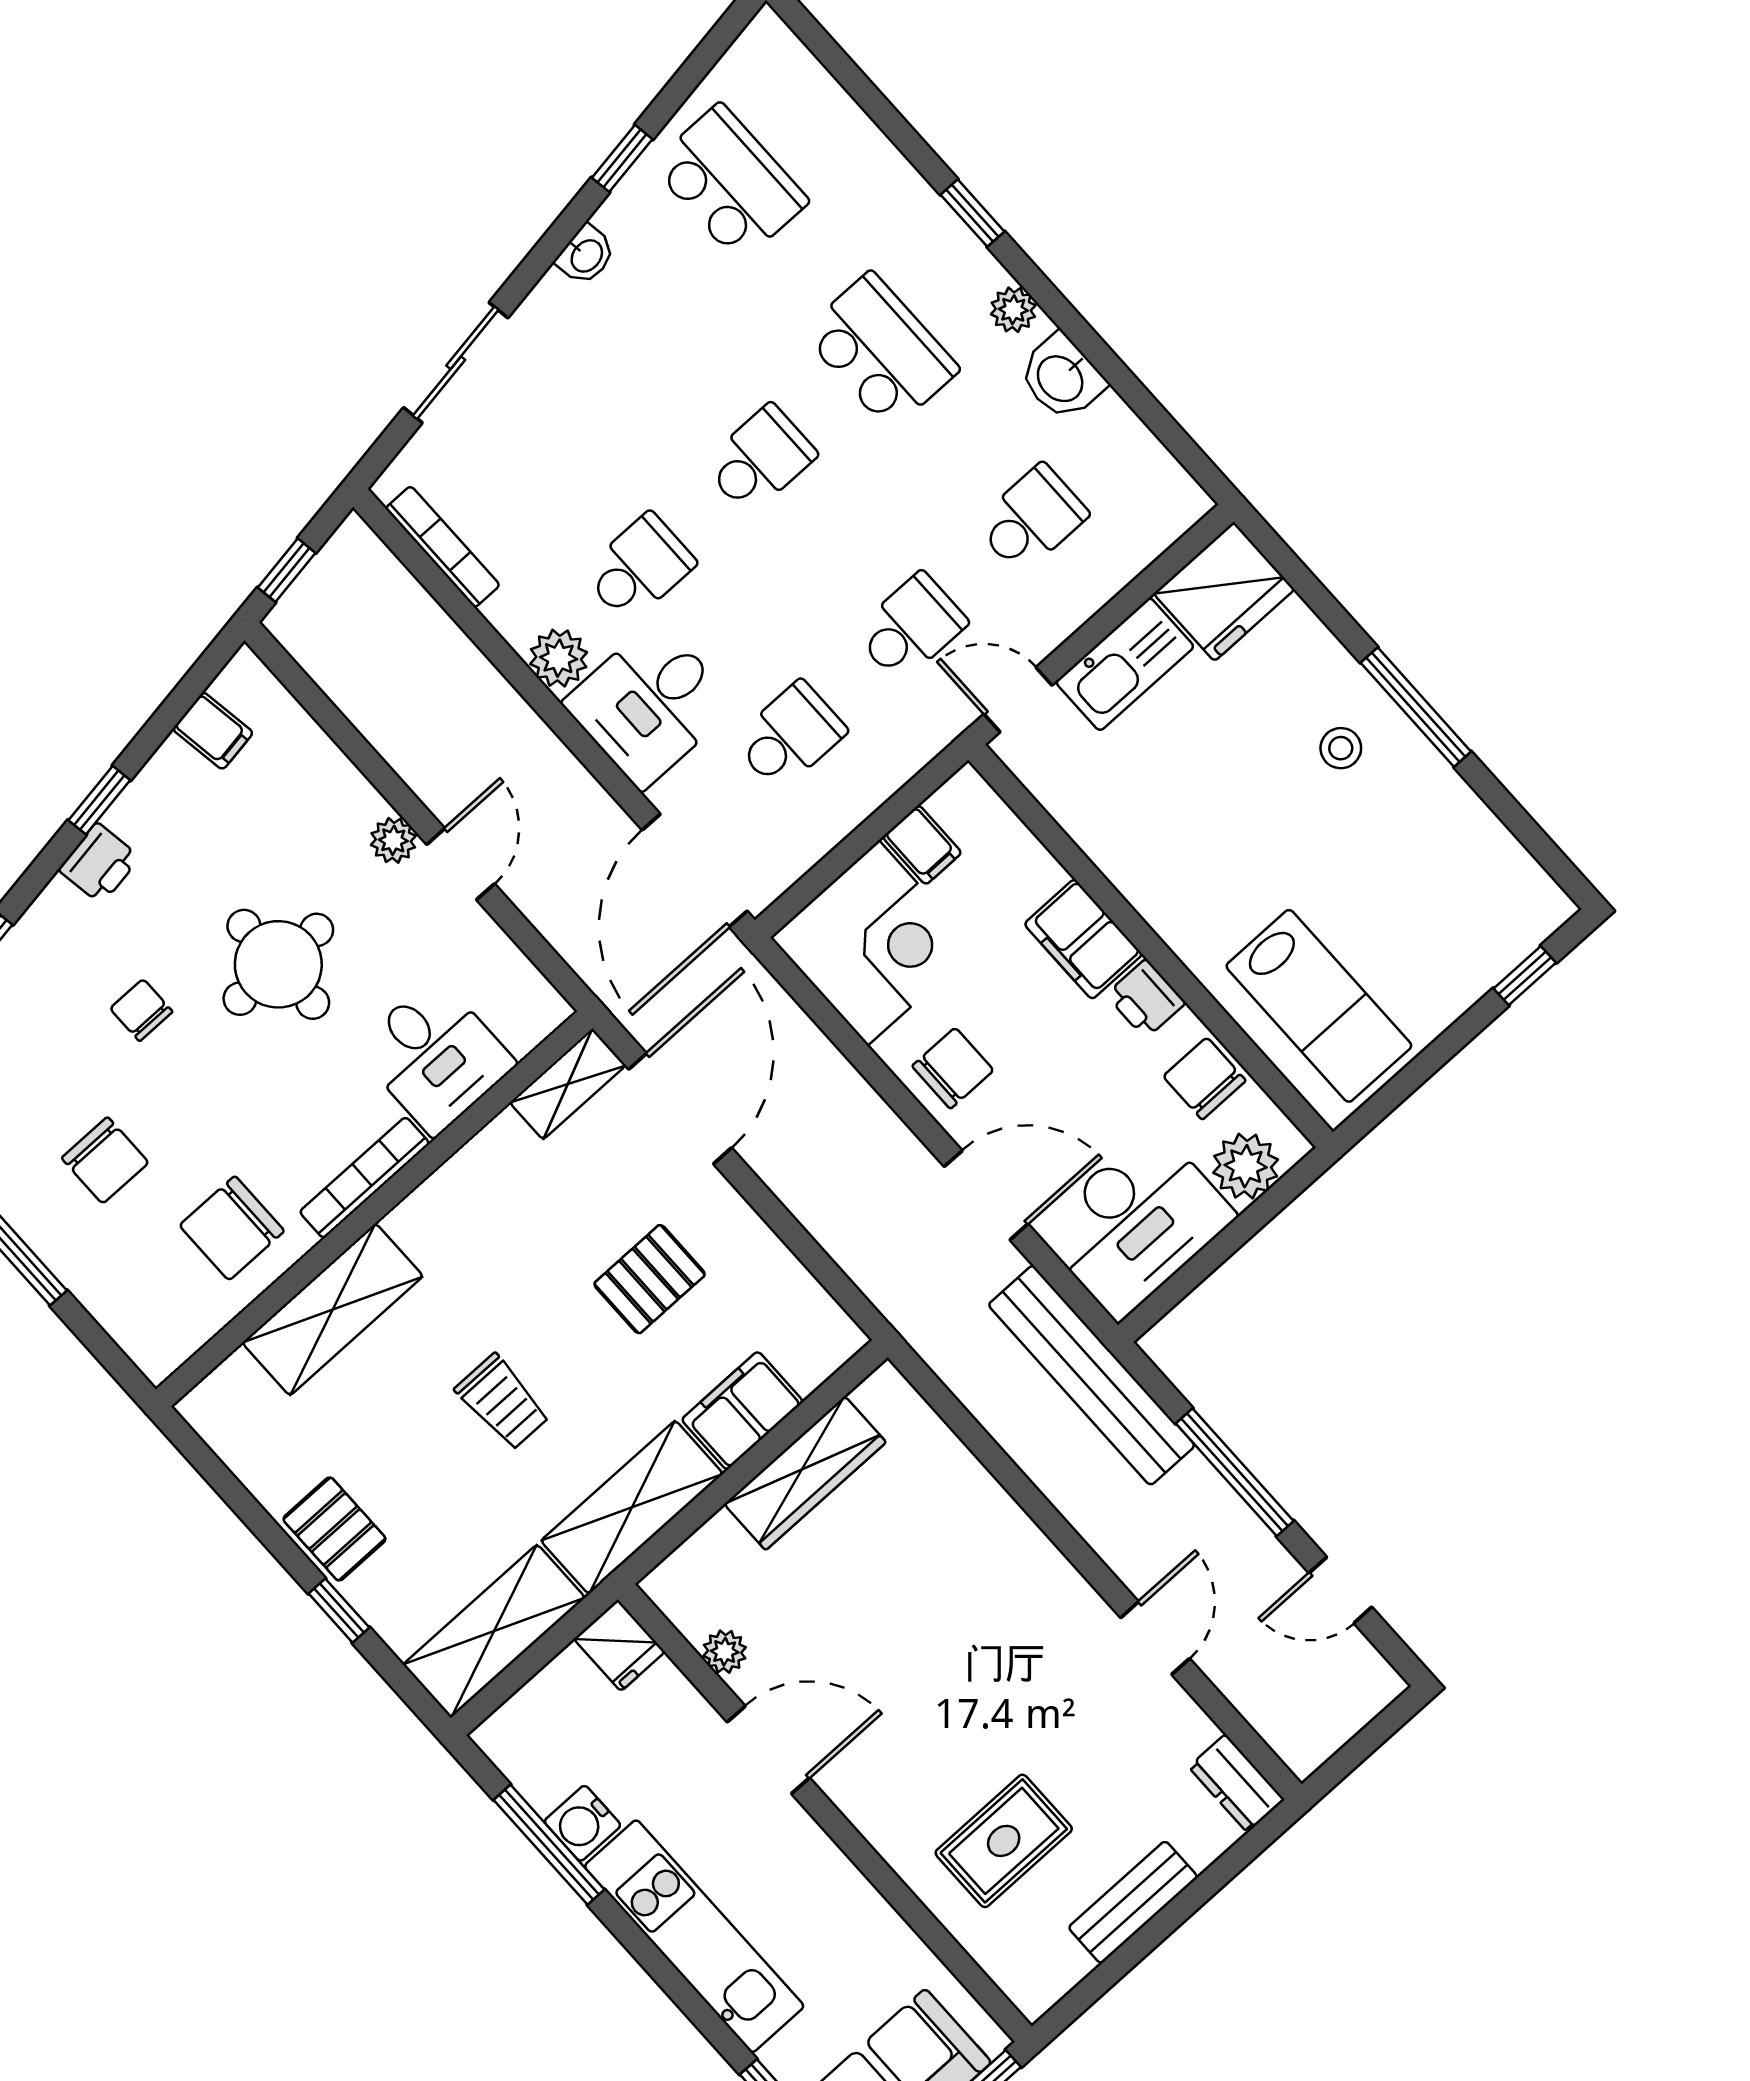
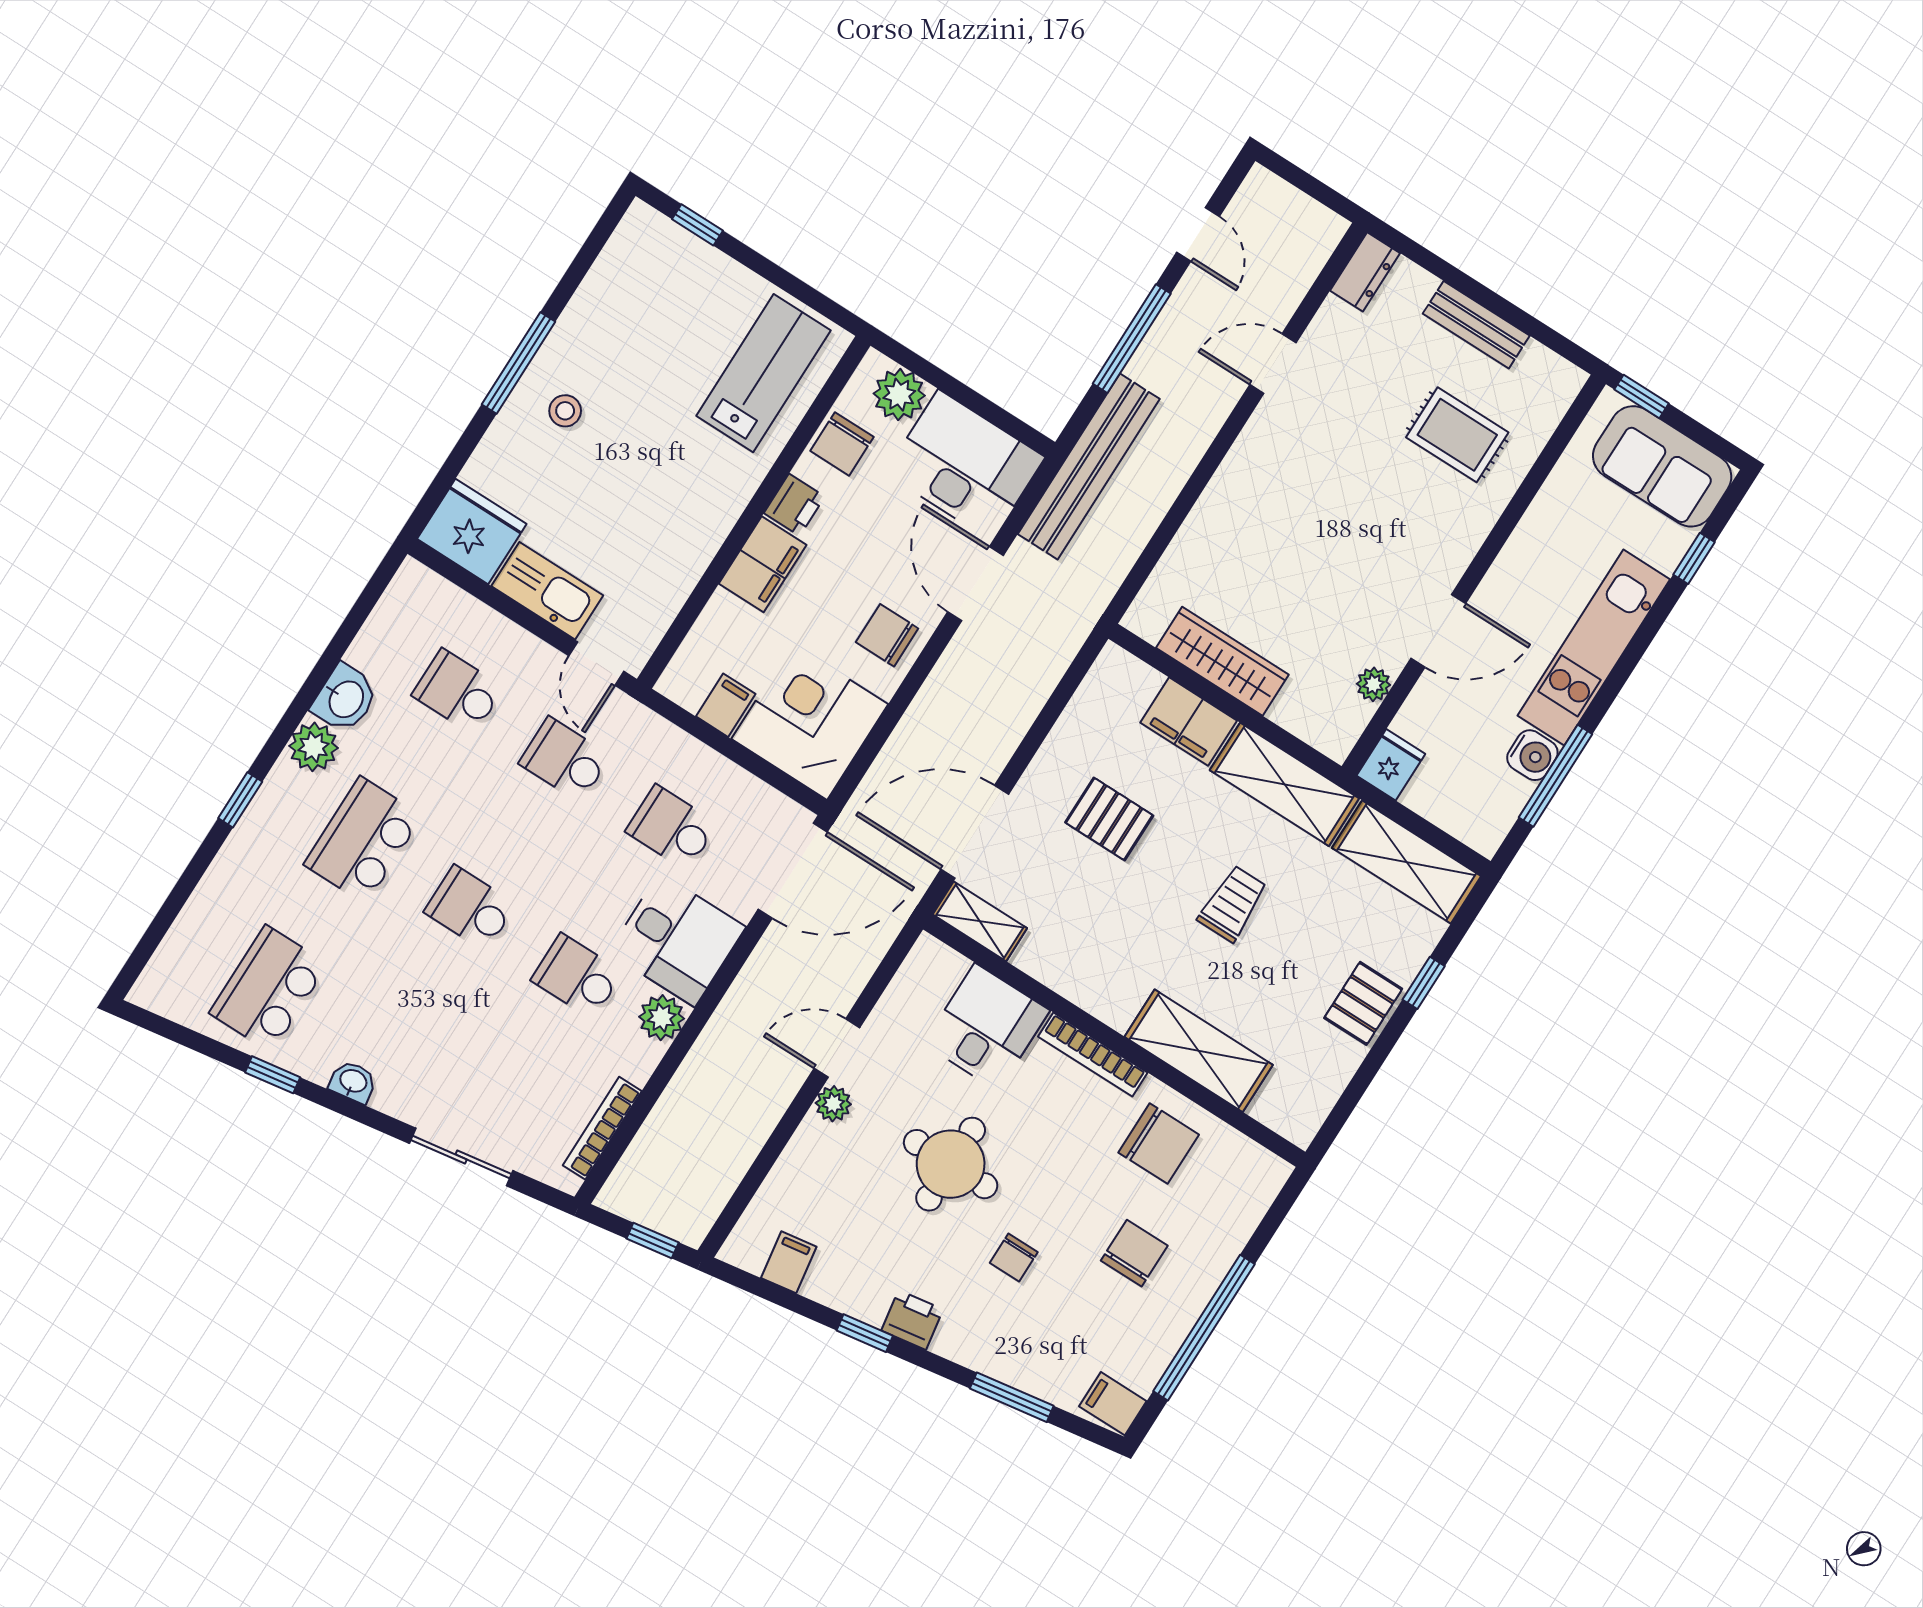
plant: (1013, 310) -> (314, 747), width x1.38, depth x1.38
door: (768, 1750) -> (1438, 631), swing flipped

